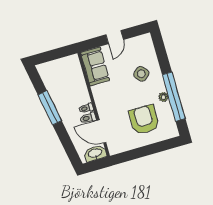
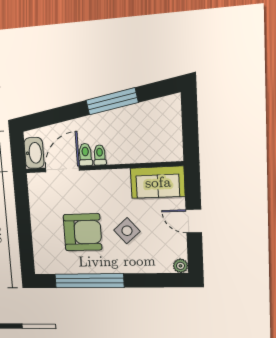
side table: (141, 74) -> (127, 231), moved
plant: (163, 97) -> (180, 266), moved
armchair: (144, 120) -> (83, 232), moved

